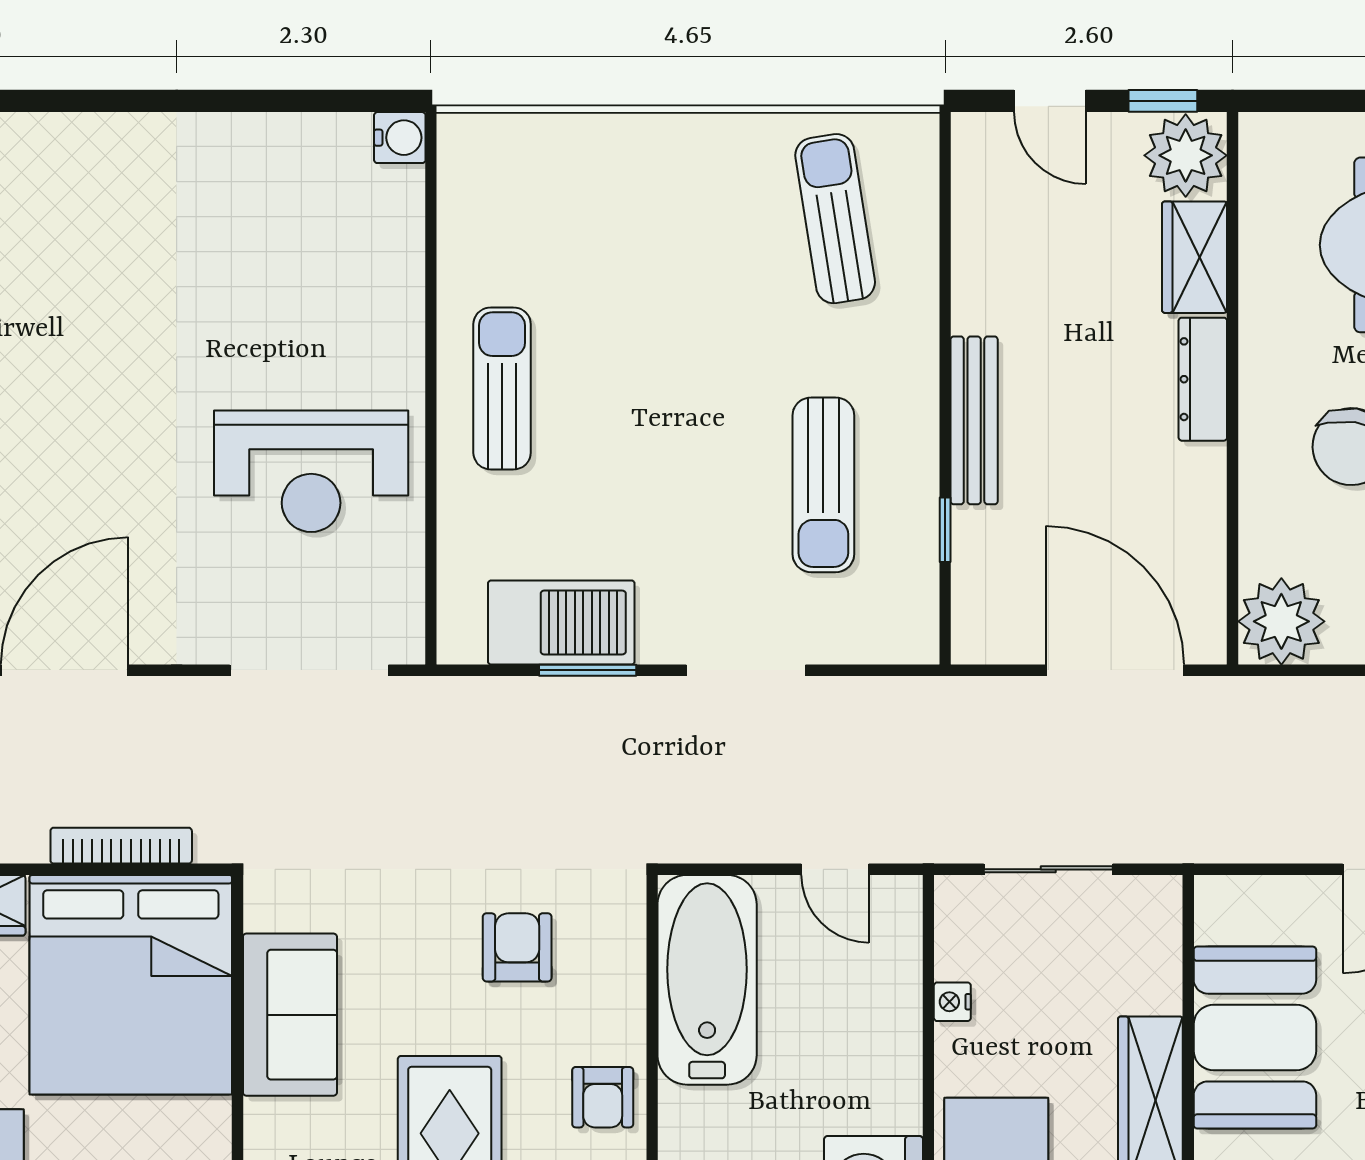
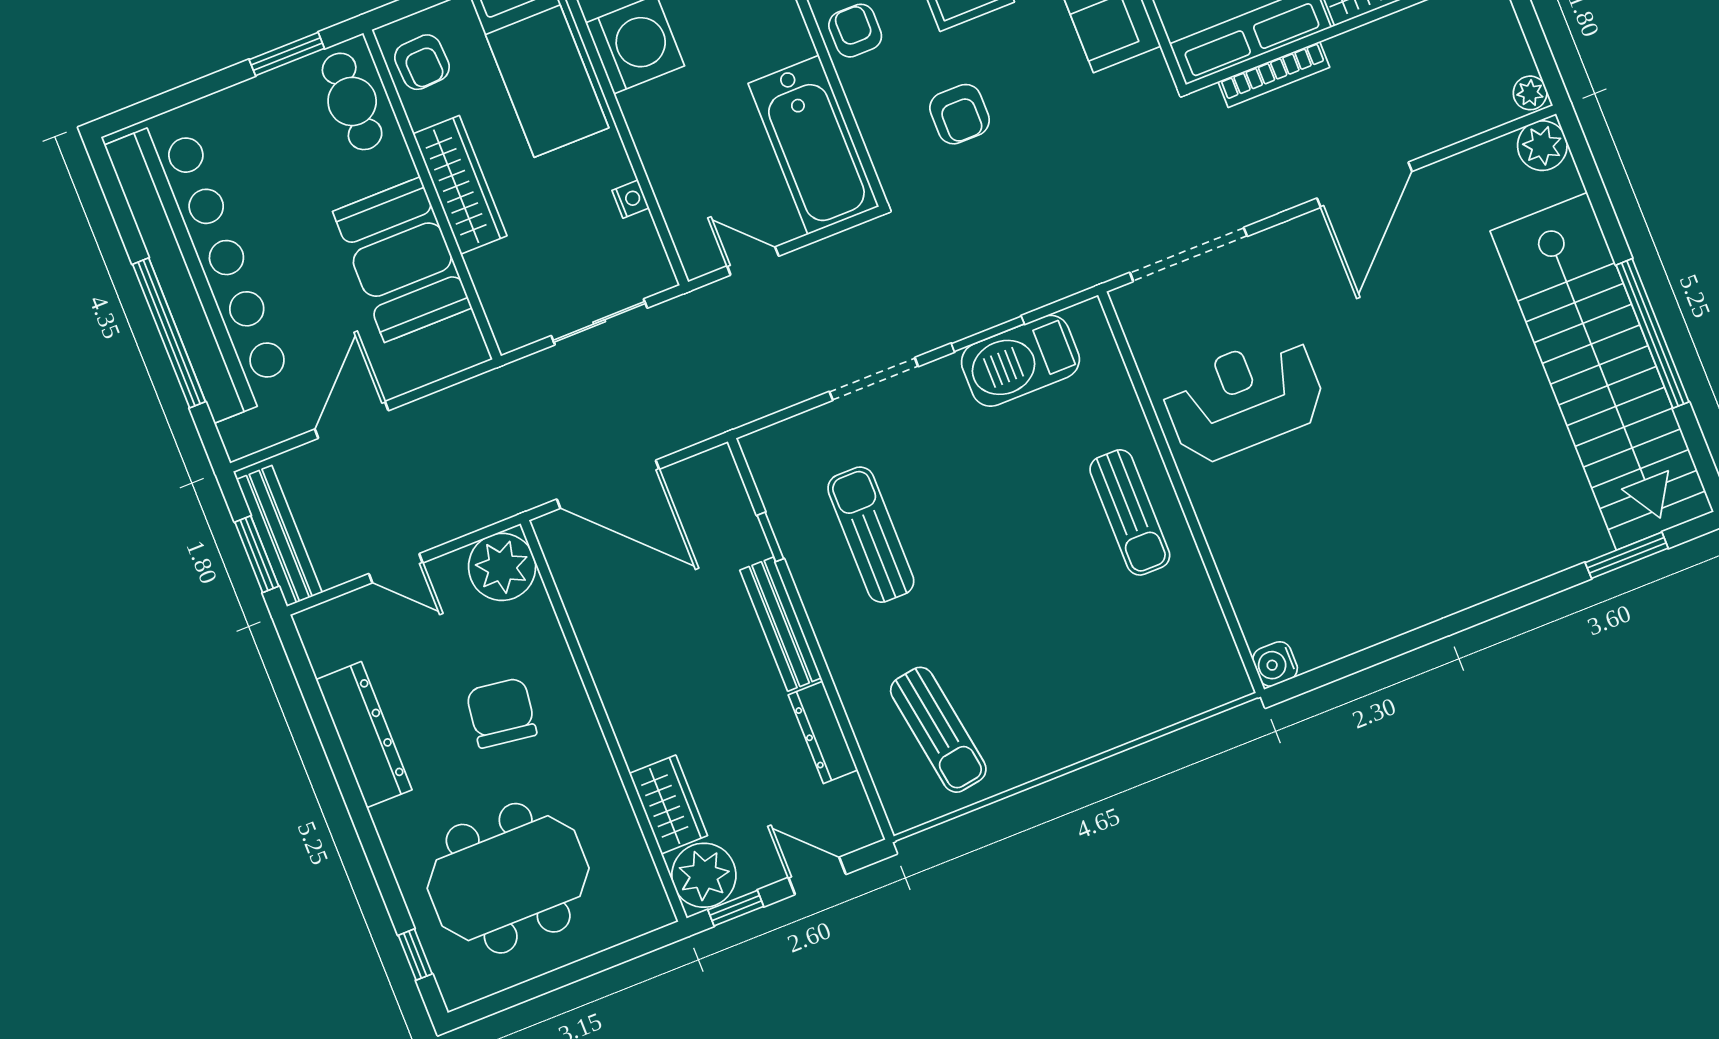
dresser: (1203, 379) -> (823, 732), moved, turned 180

